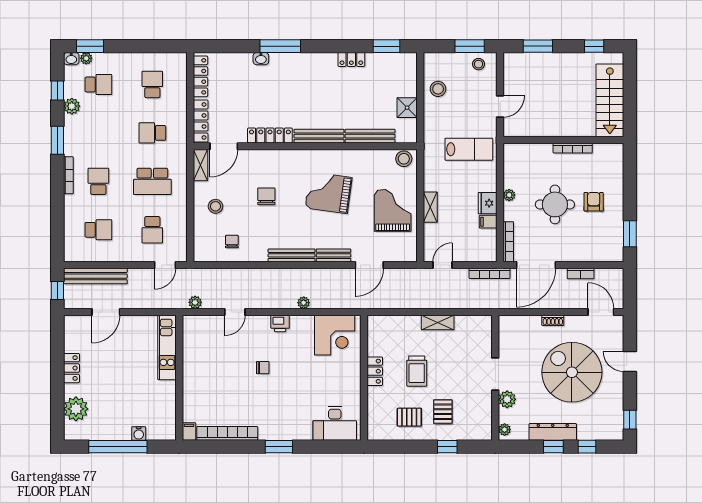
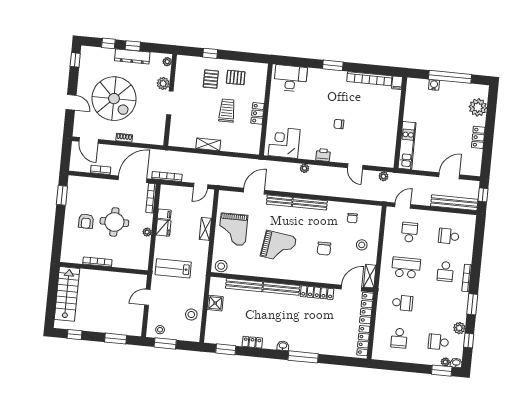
washbasin: (261, 59) -> (283, 346), moved
door: (235, 312) -> (355, 167), swing flipped

